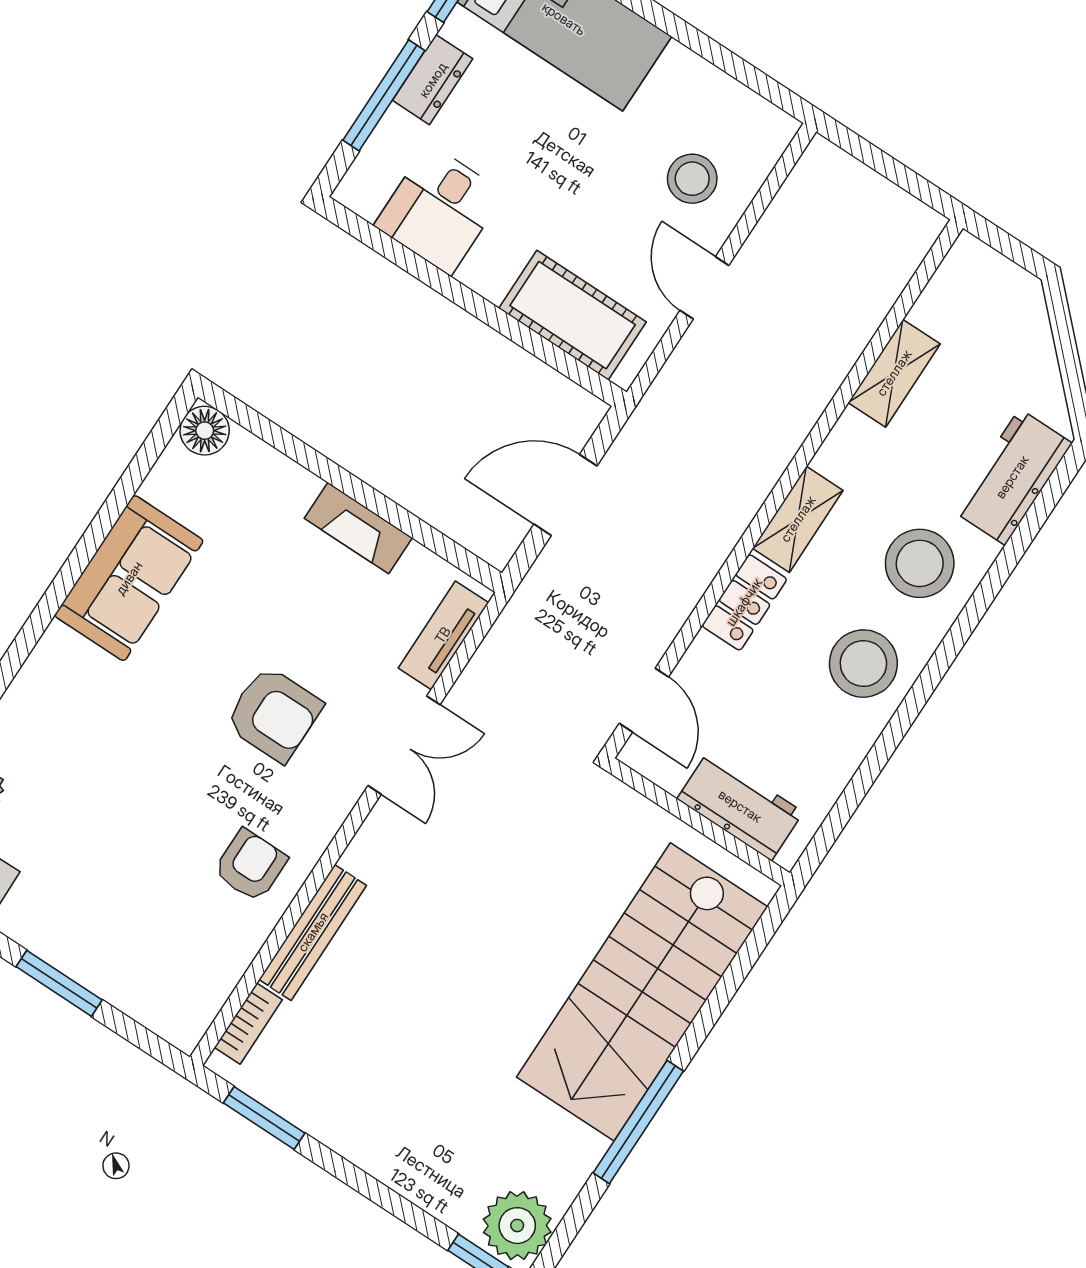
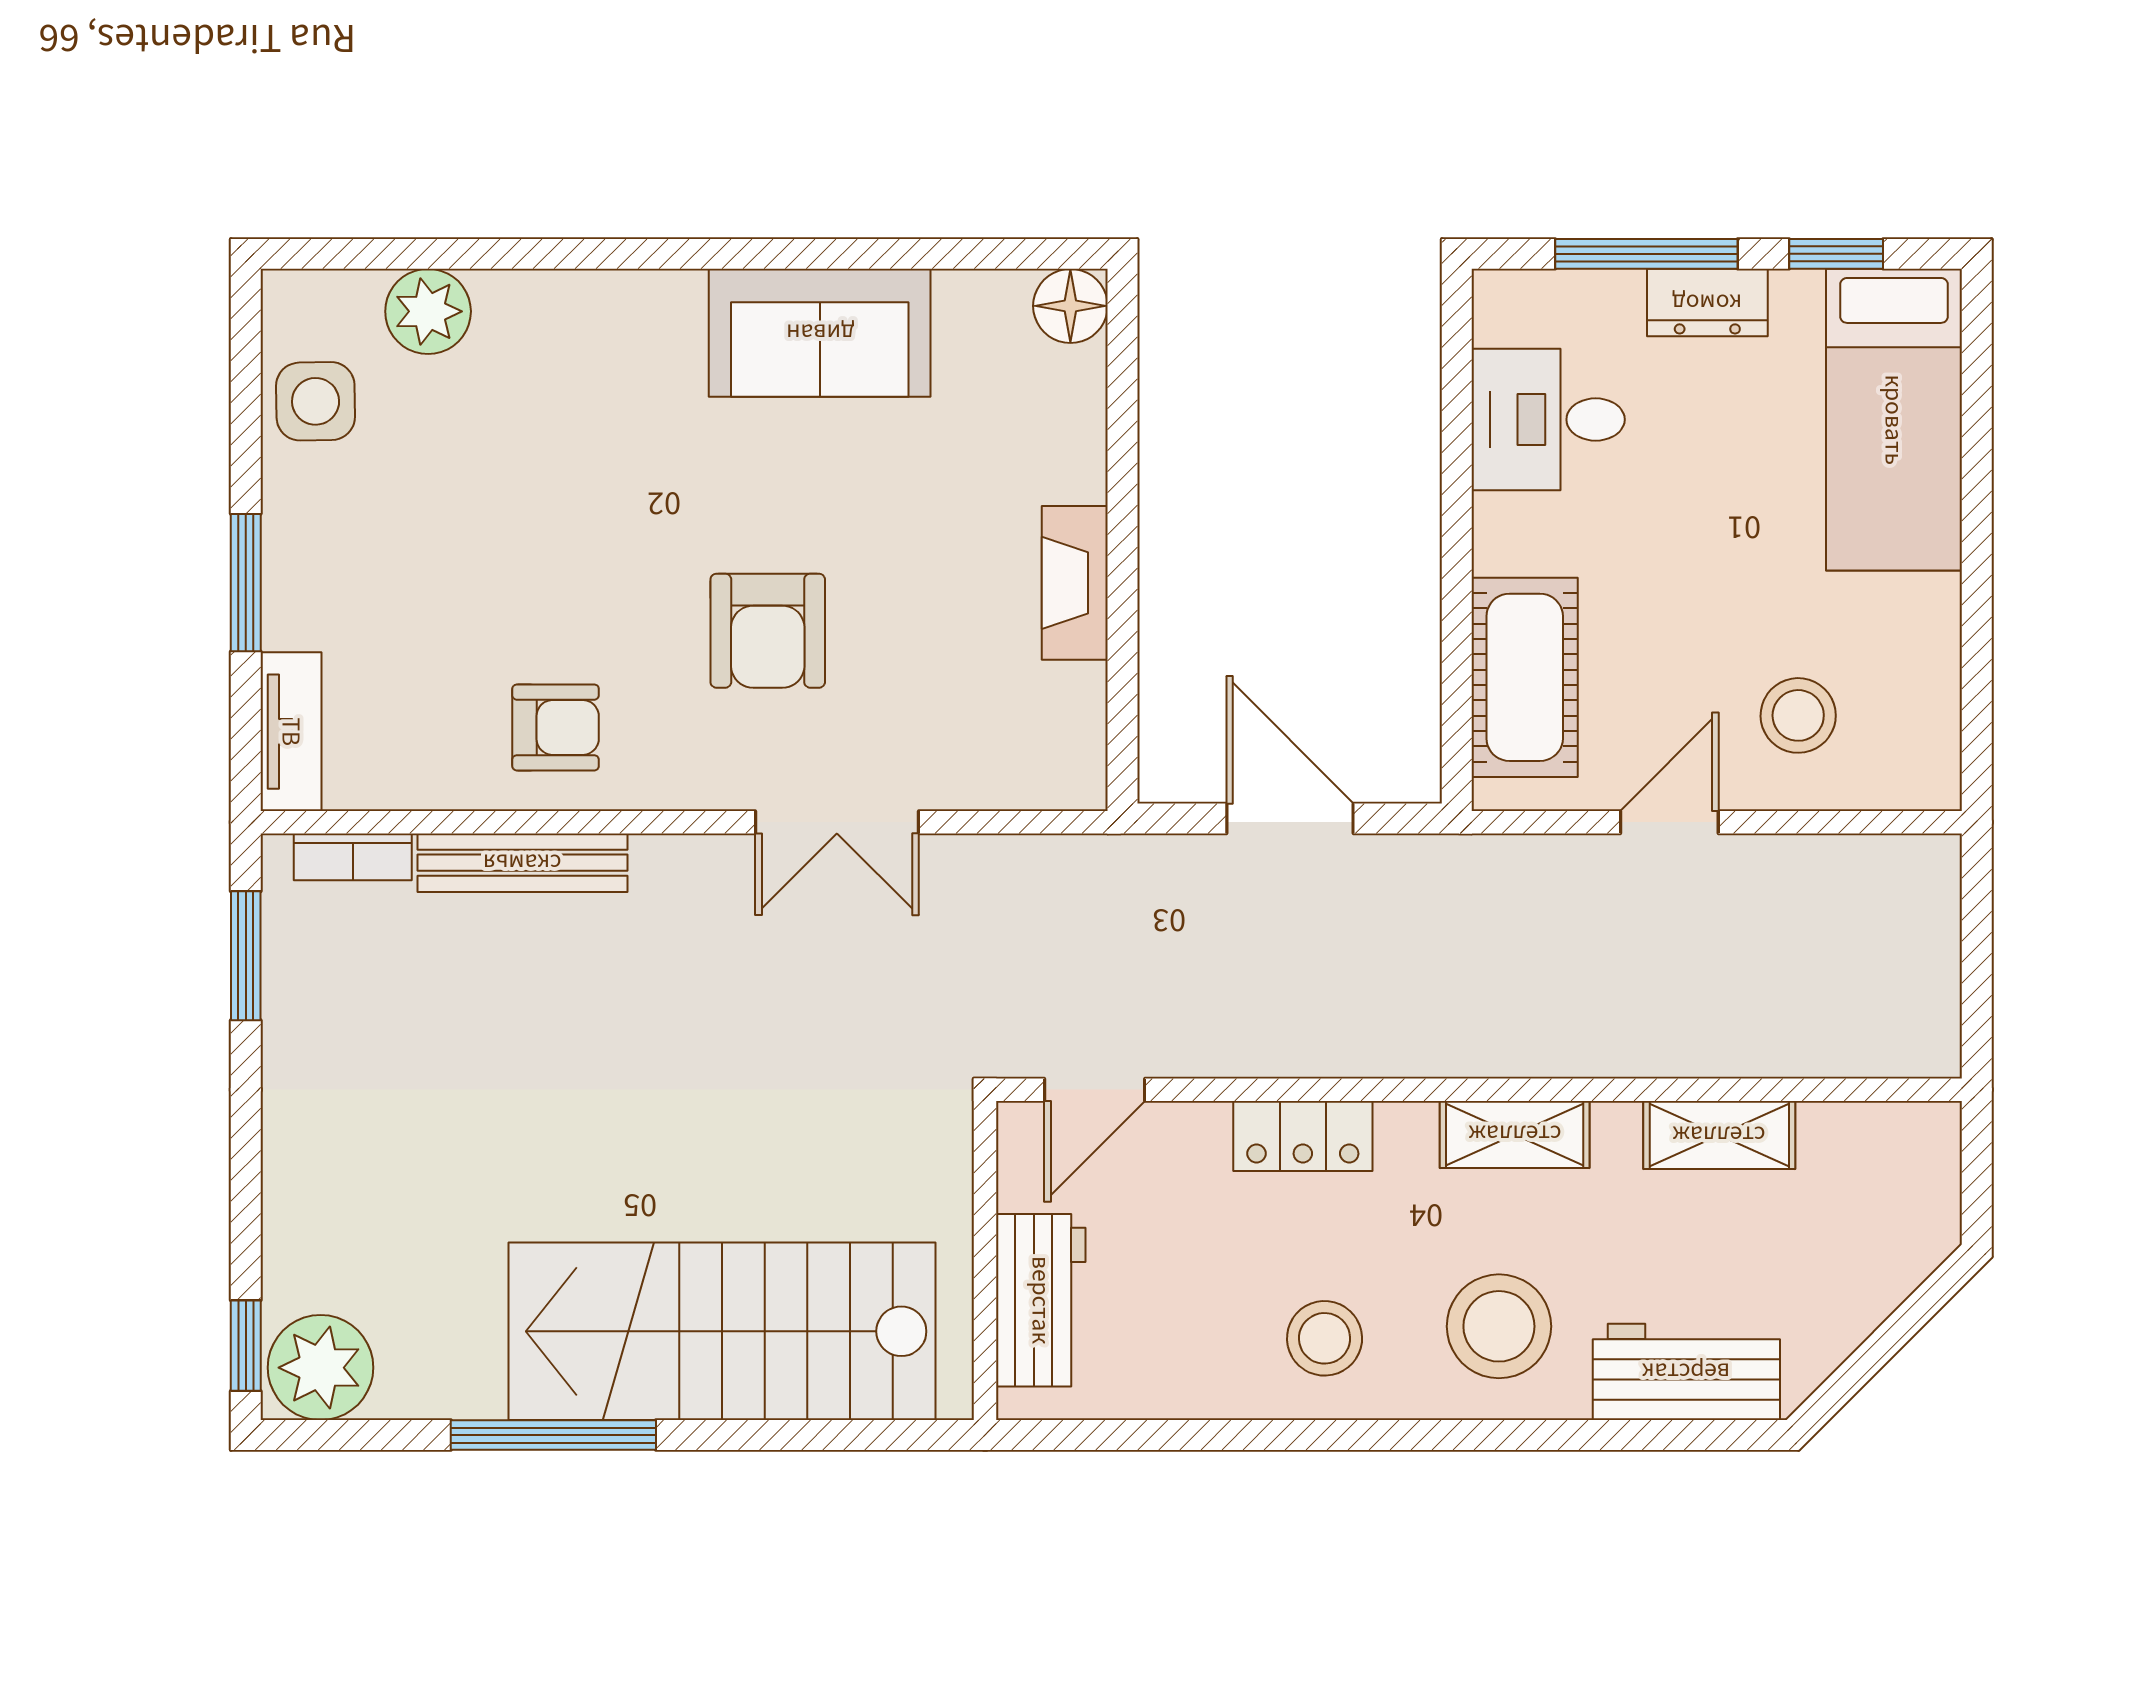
shelving: (798, 519) -> (1515, 1134), moved
tv unit: (443, 635) -> (291, 732), moved, turned 90
stool: (863, 664) -> (1325, 1338), width x0.73, depth x0.73

